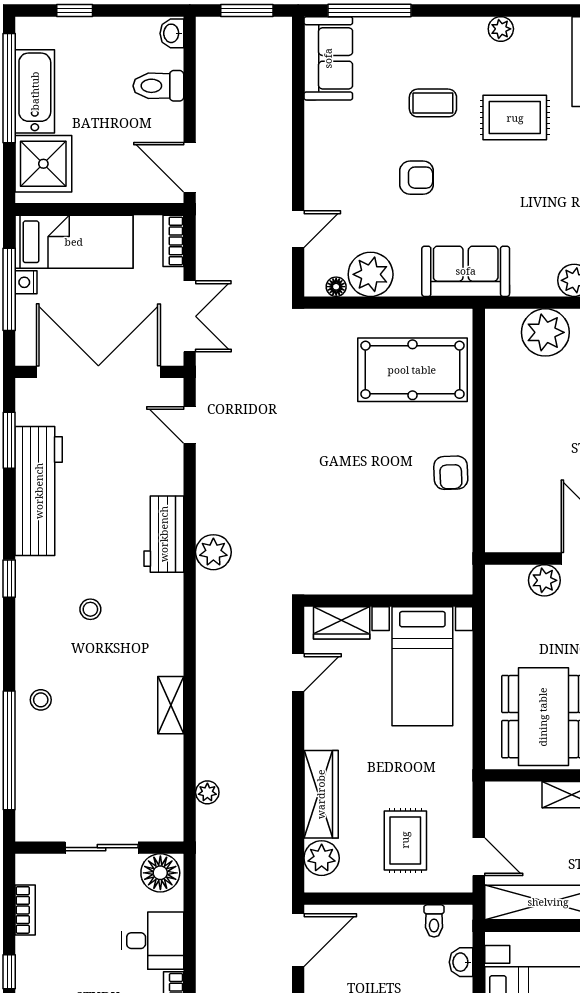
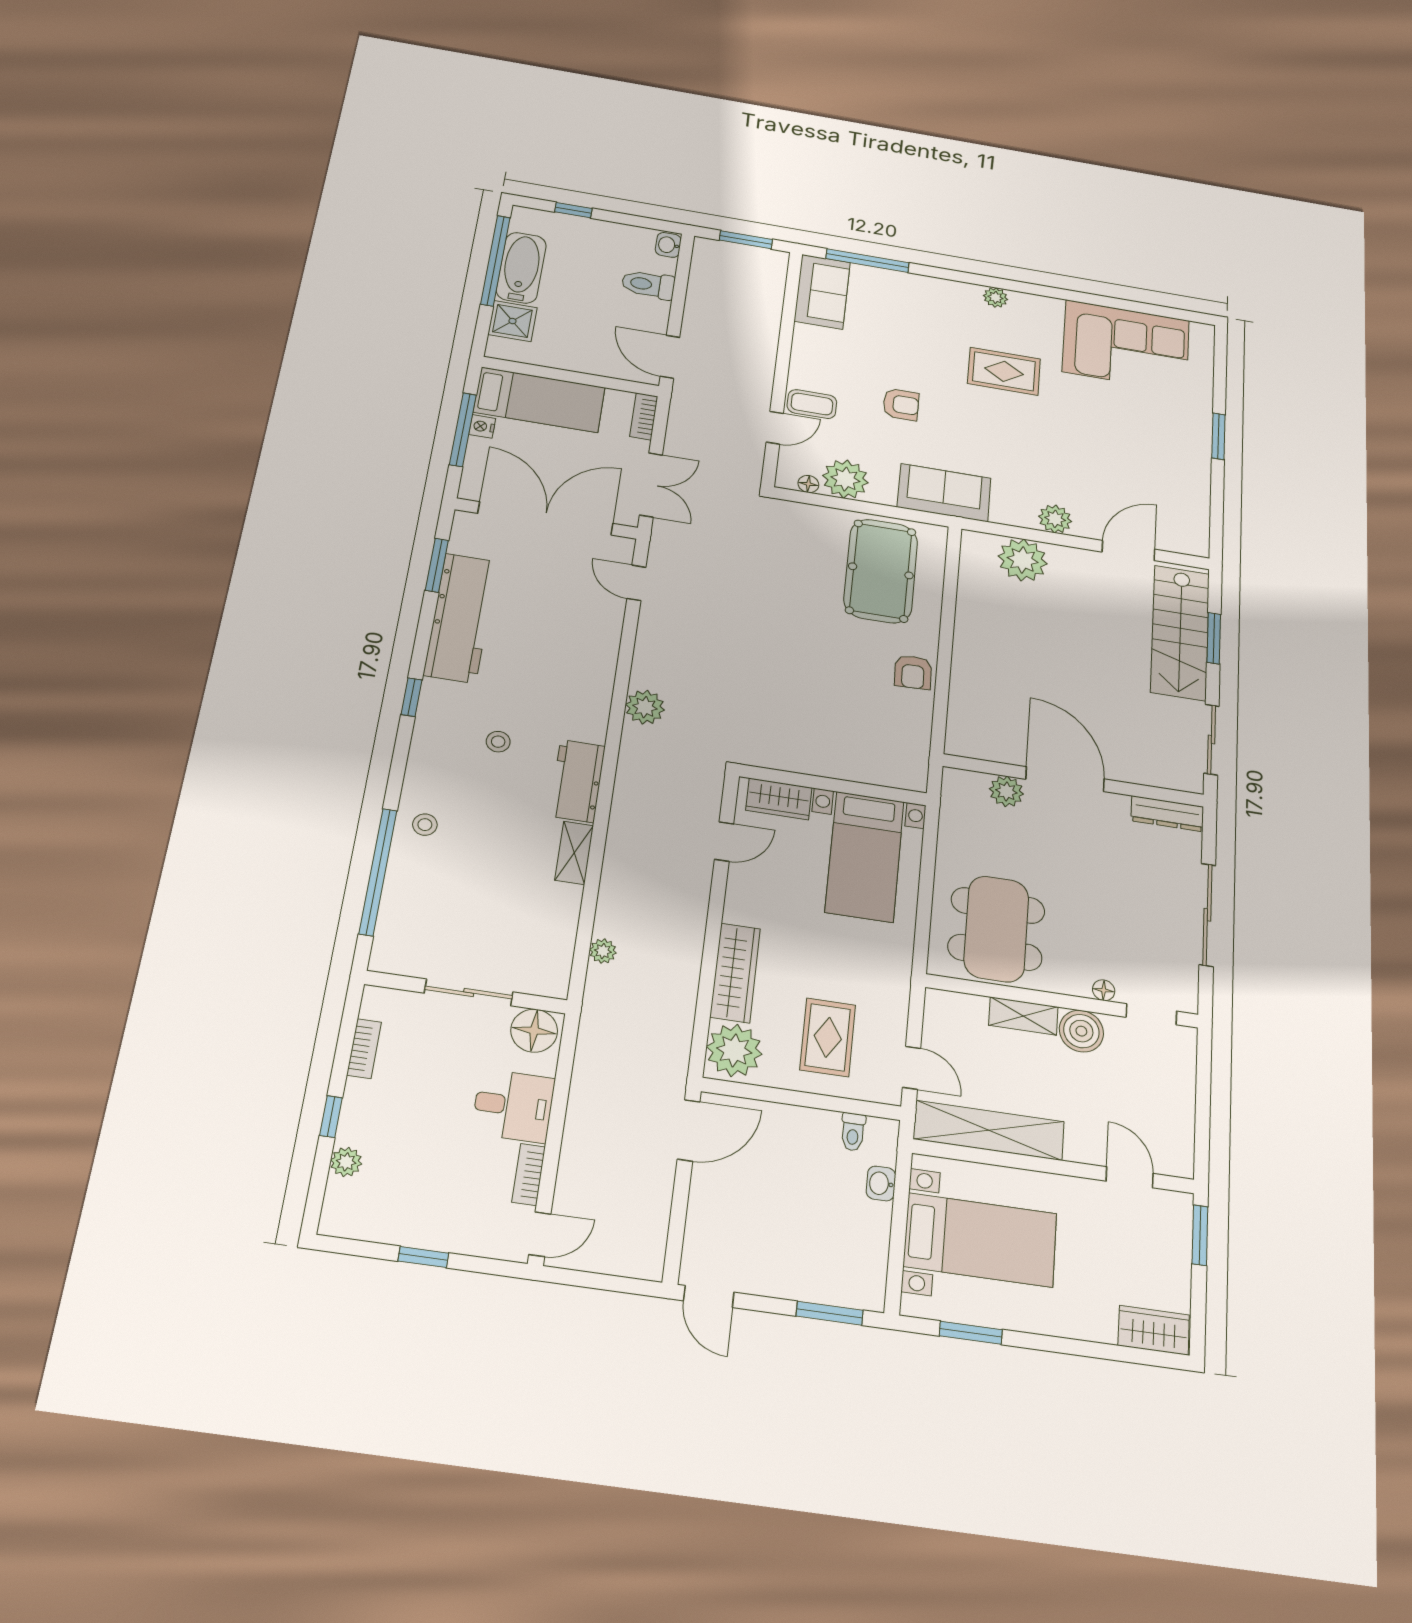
coffee table: (433, 103) -> (812, 404), moved
shower: (43, 164) -> (512, 321), width x0.73, depth x0.73
pool table: (412, 370) -> (881, 571), turned 90
workbench: (164, 534) -> (577, 781), moved
plant: (322, 858) -> (734, 1050), width x1.36, depth x1.36

